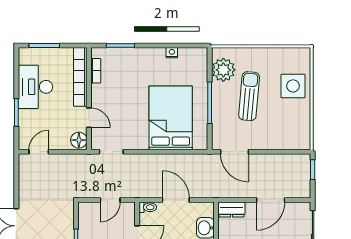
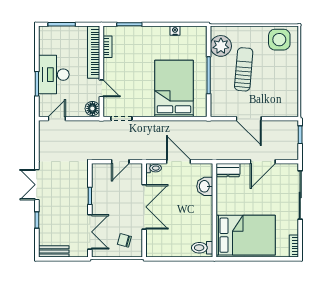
side table: (293, 86) -> (279, 40), moved
desk: (35, 87) -> (54, 75), moved
door: (234, 152) -> (249, 119), moved

